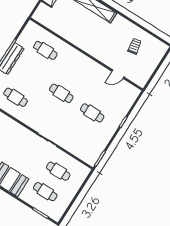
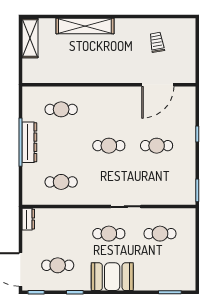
door: (118, 74) -> (158, 85), width x1.87
cafe table: (45, 192) -> (109, 234), moved

